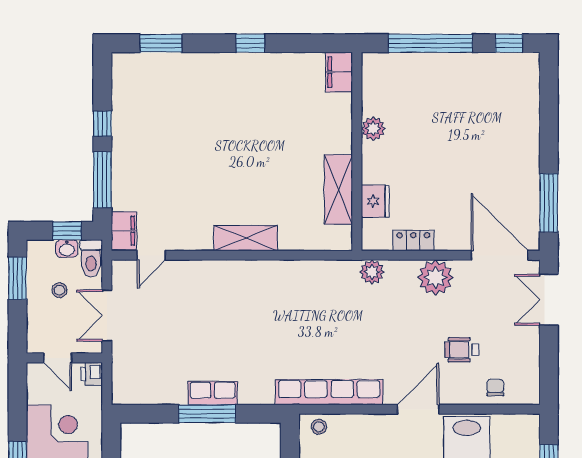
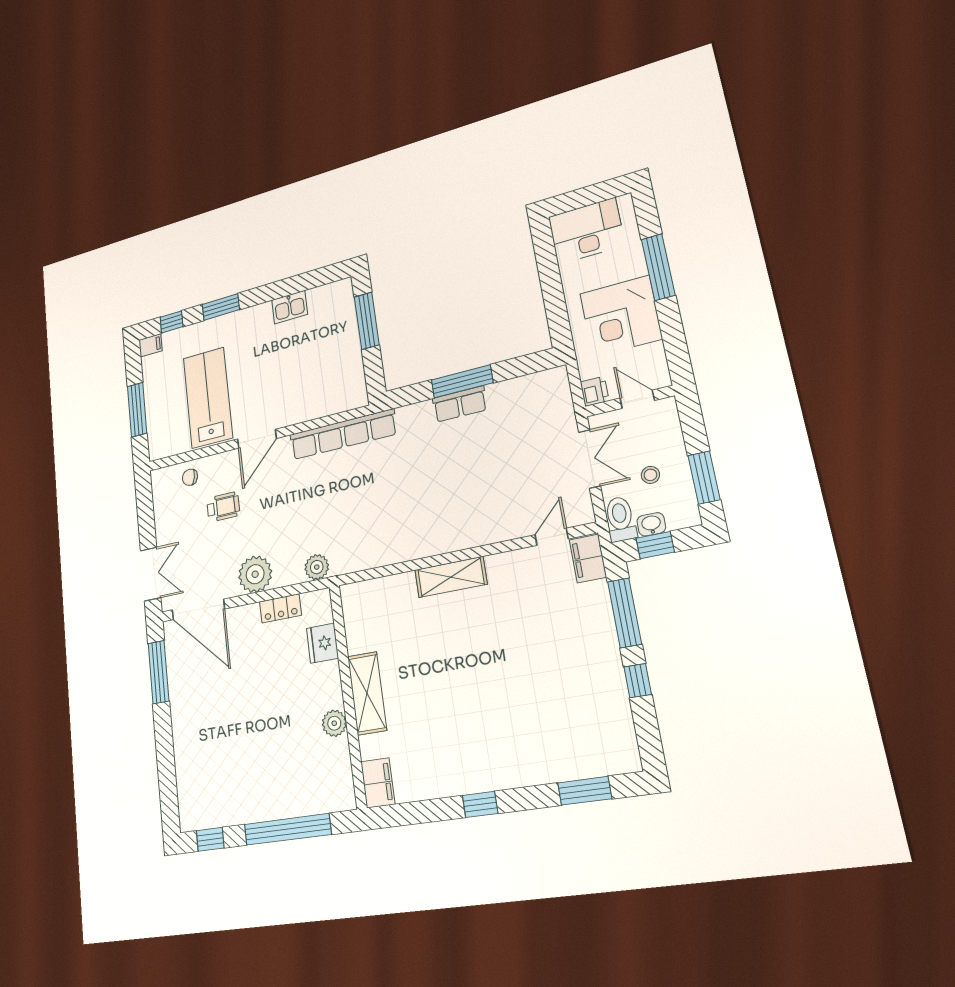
shelving: (338, 189) -> (367, 693), moved
chair: (495, 388) -> (190, 477), turned 101
stool: (319, 427) -> (348, 398), removed

